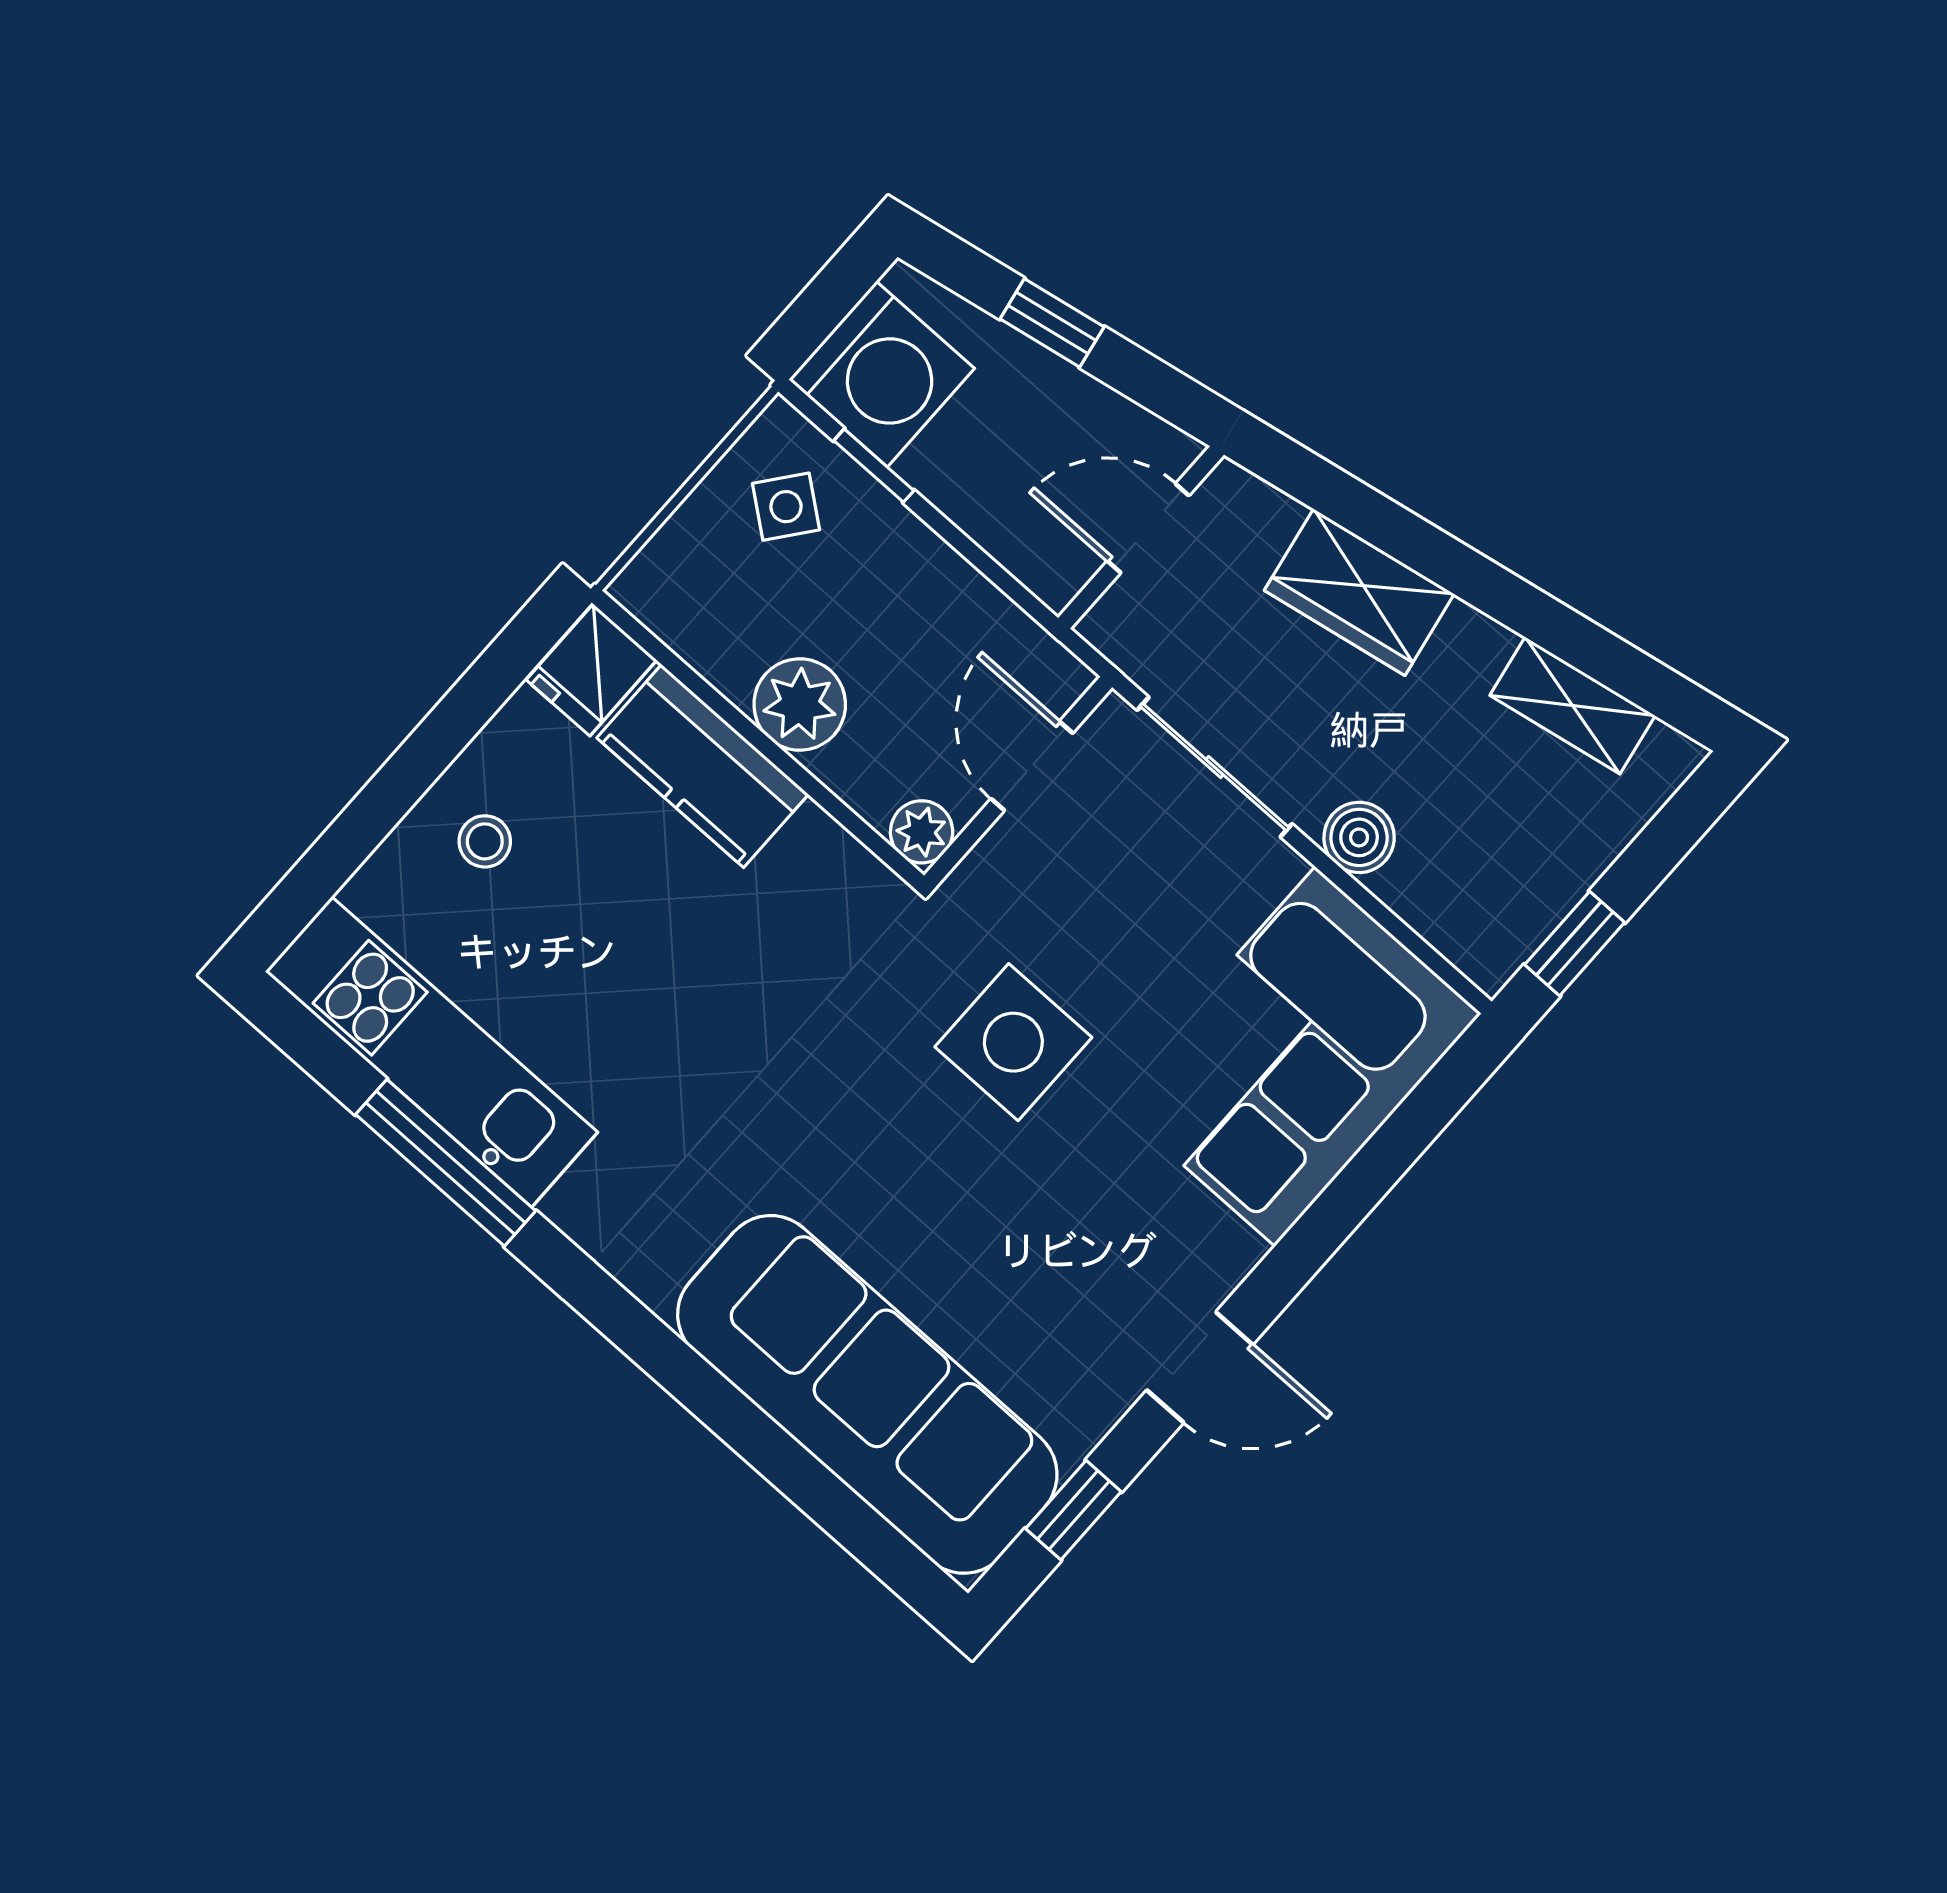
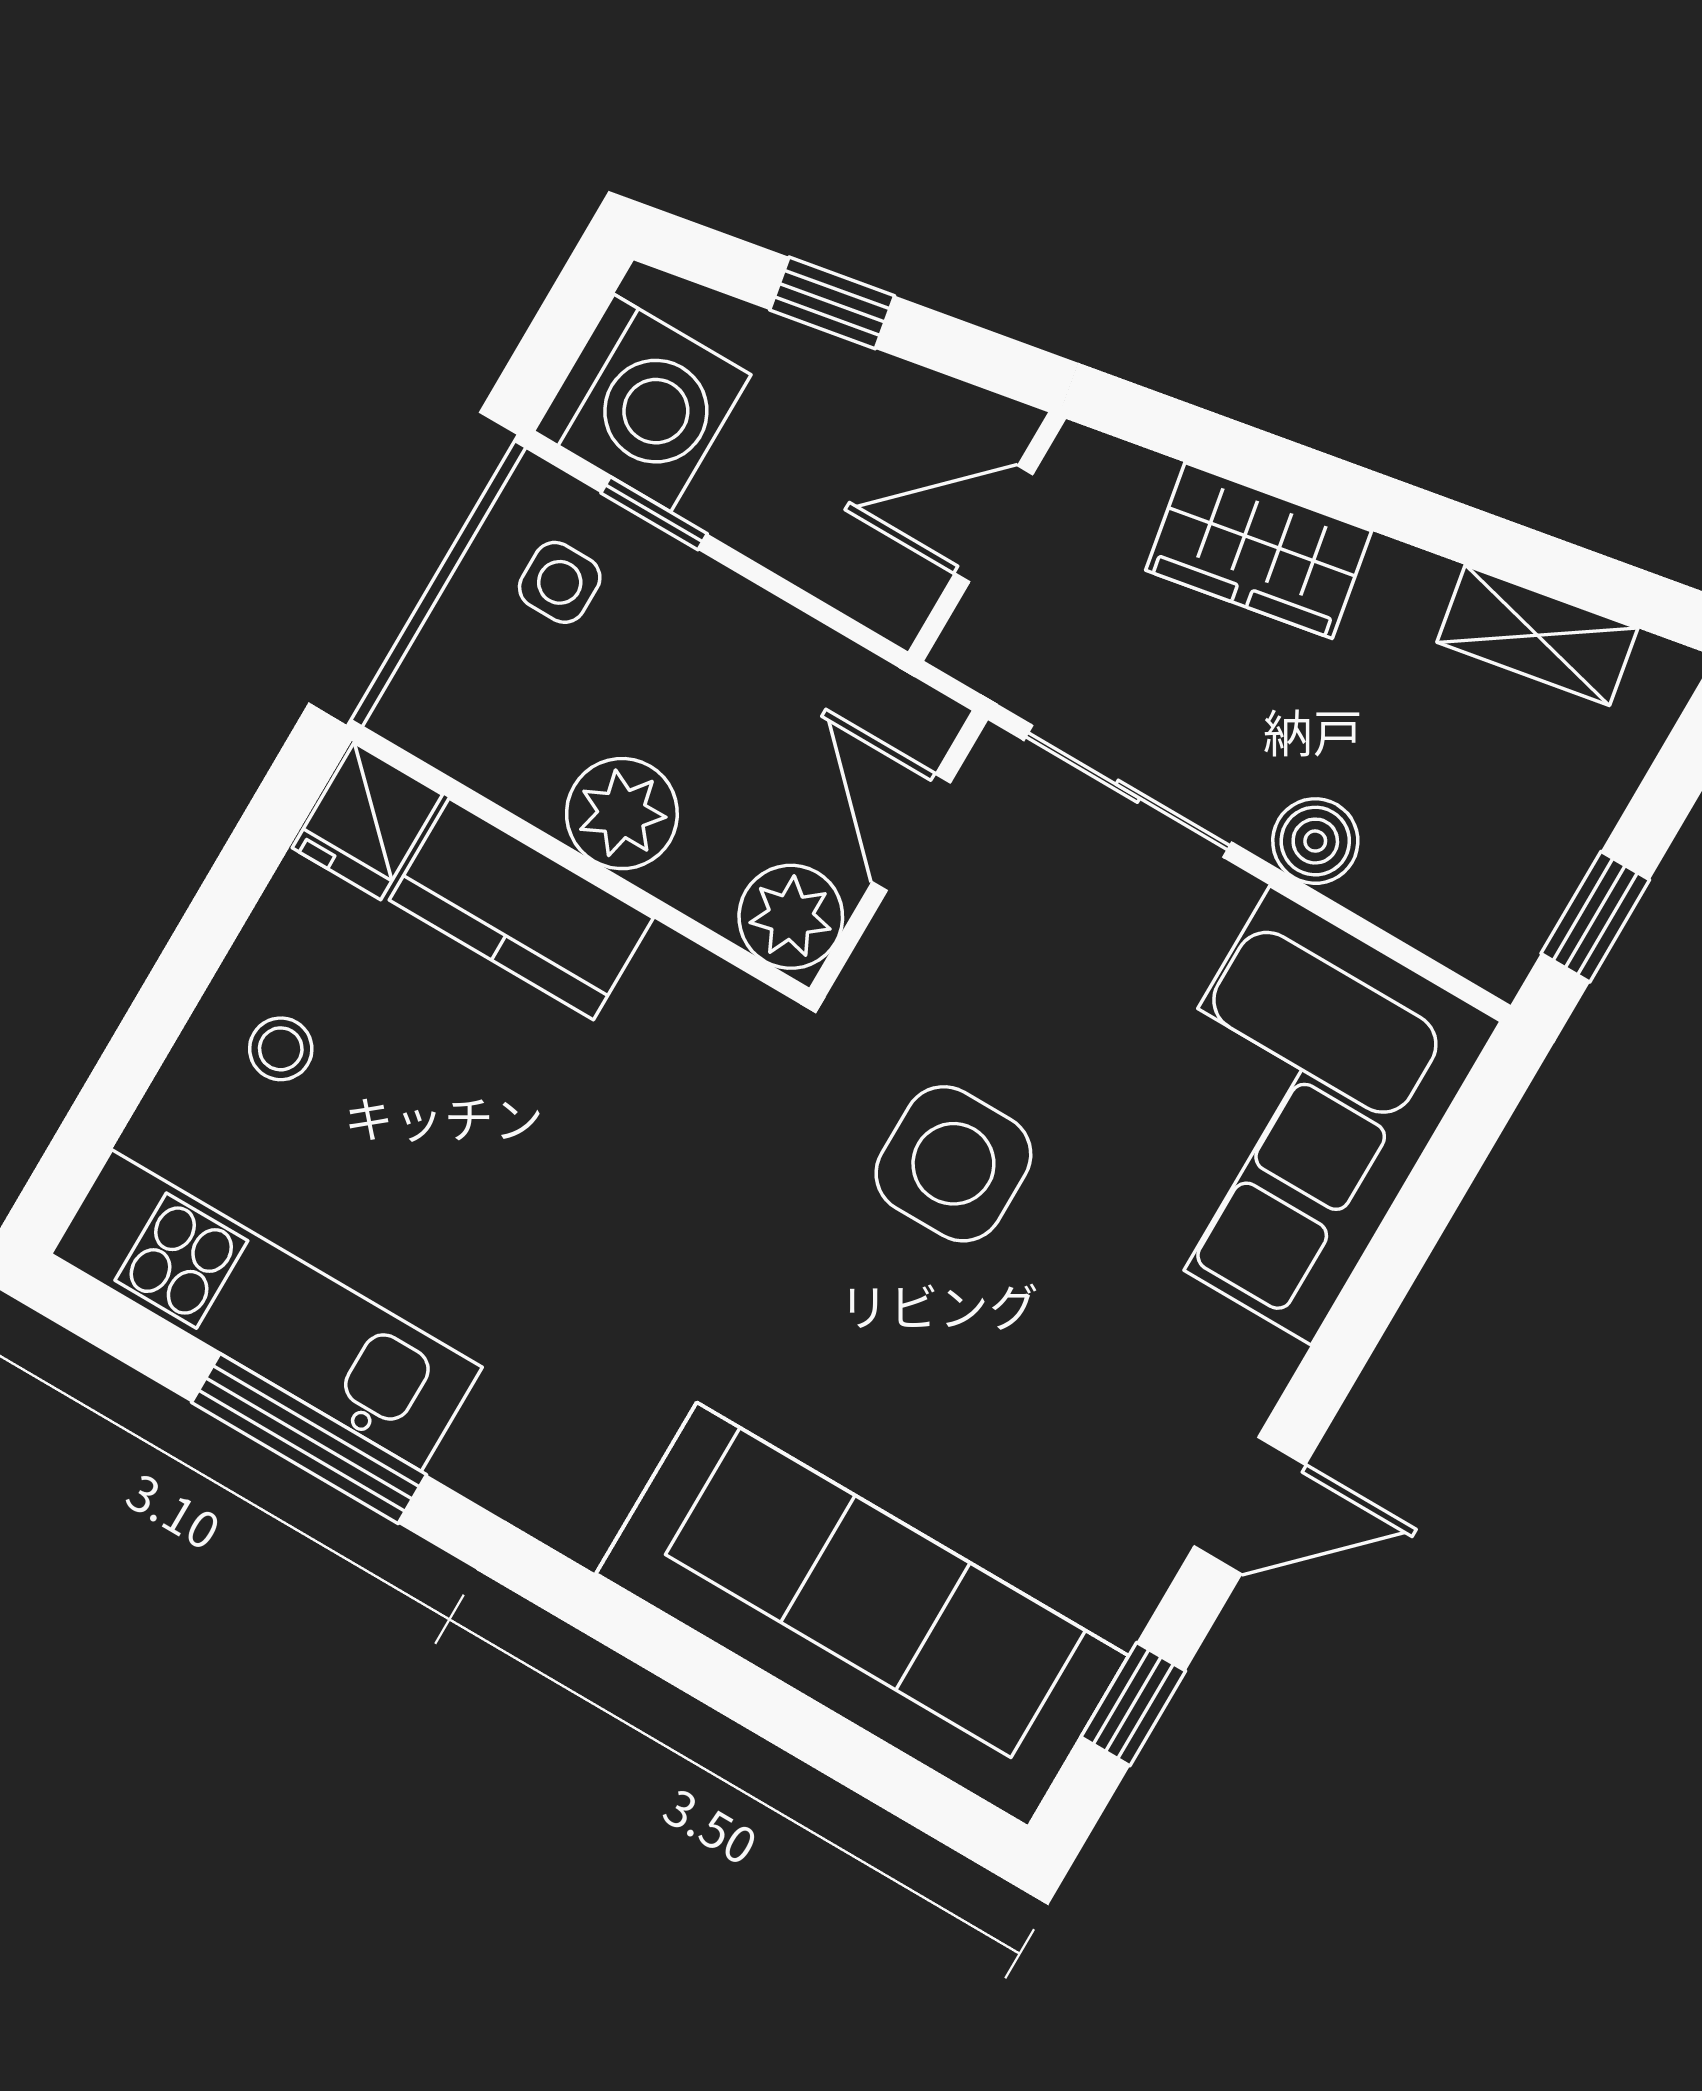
side table: (786, 507) -> (560, 582), turned -38
plant: (922, 832) -> (791, 917), width x1.38, depth x1.38

